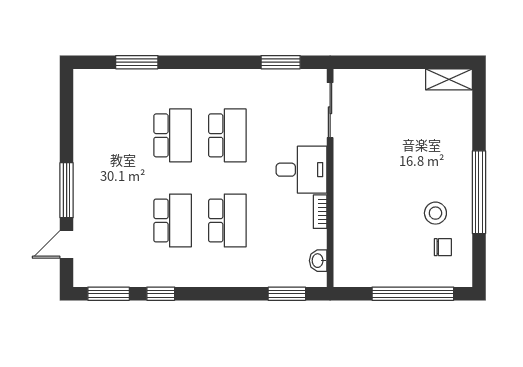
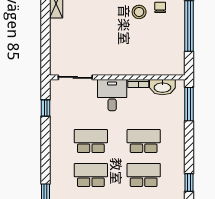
window: (281, 62) -> (45, 108), width x0.67
washbasin: (318, 261) -> (162, 87), width x1.91, depth x1.45
window: (287, 294) -> (189, 104), width x1.44

